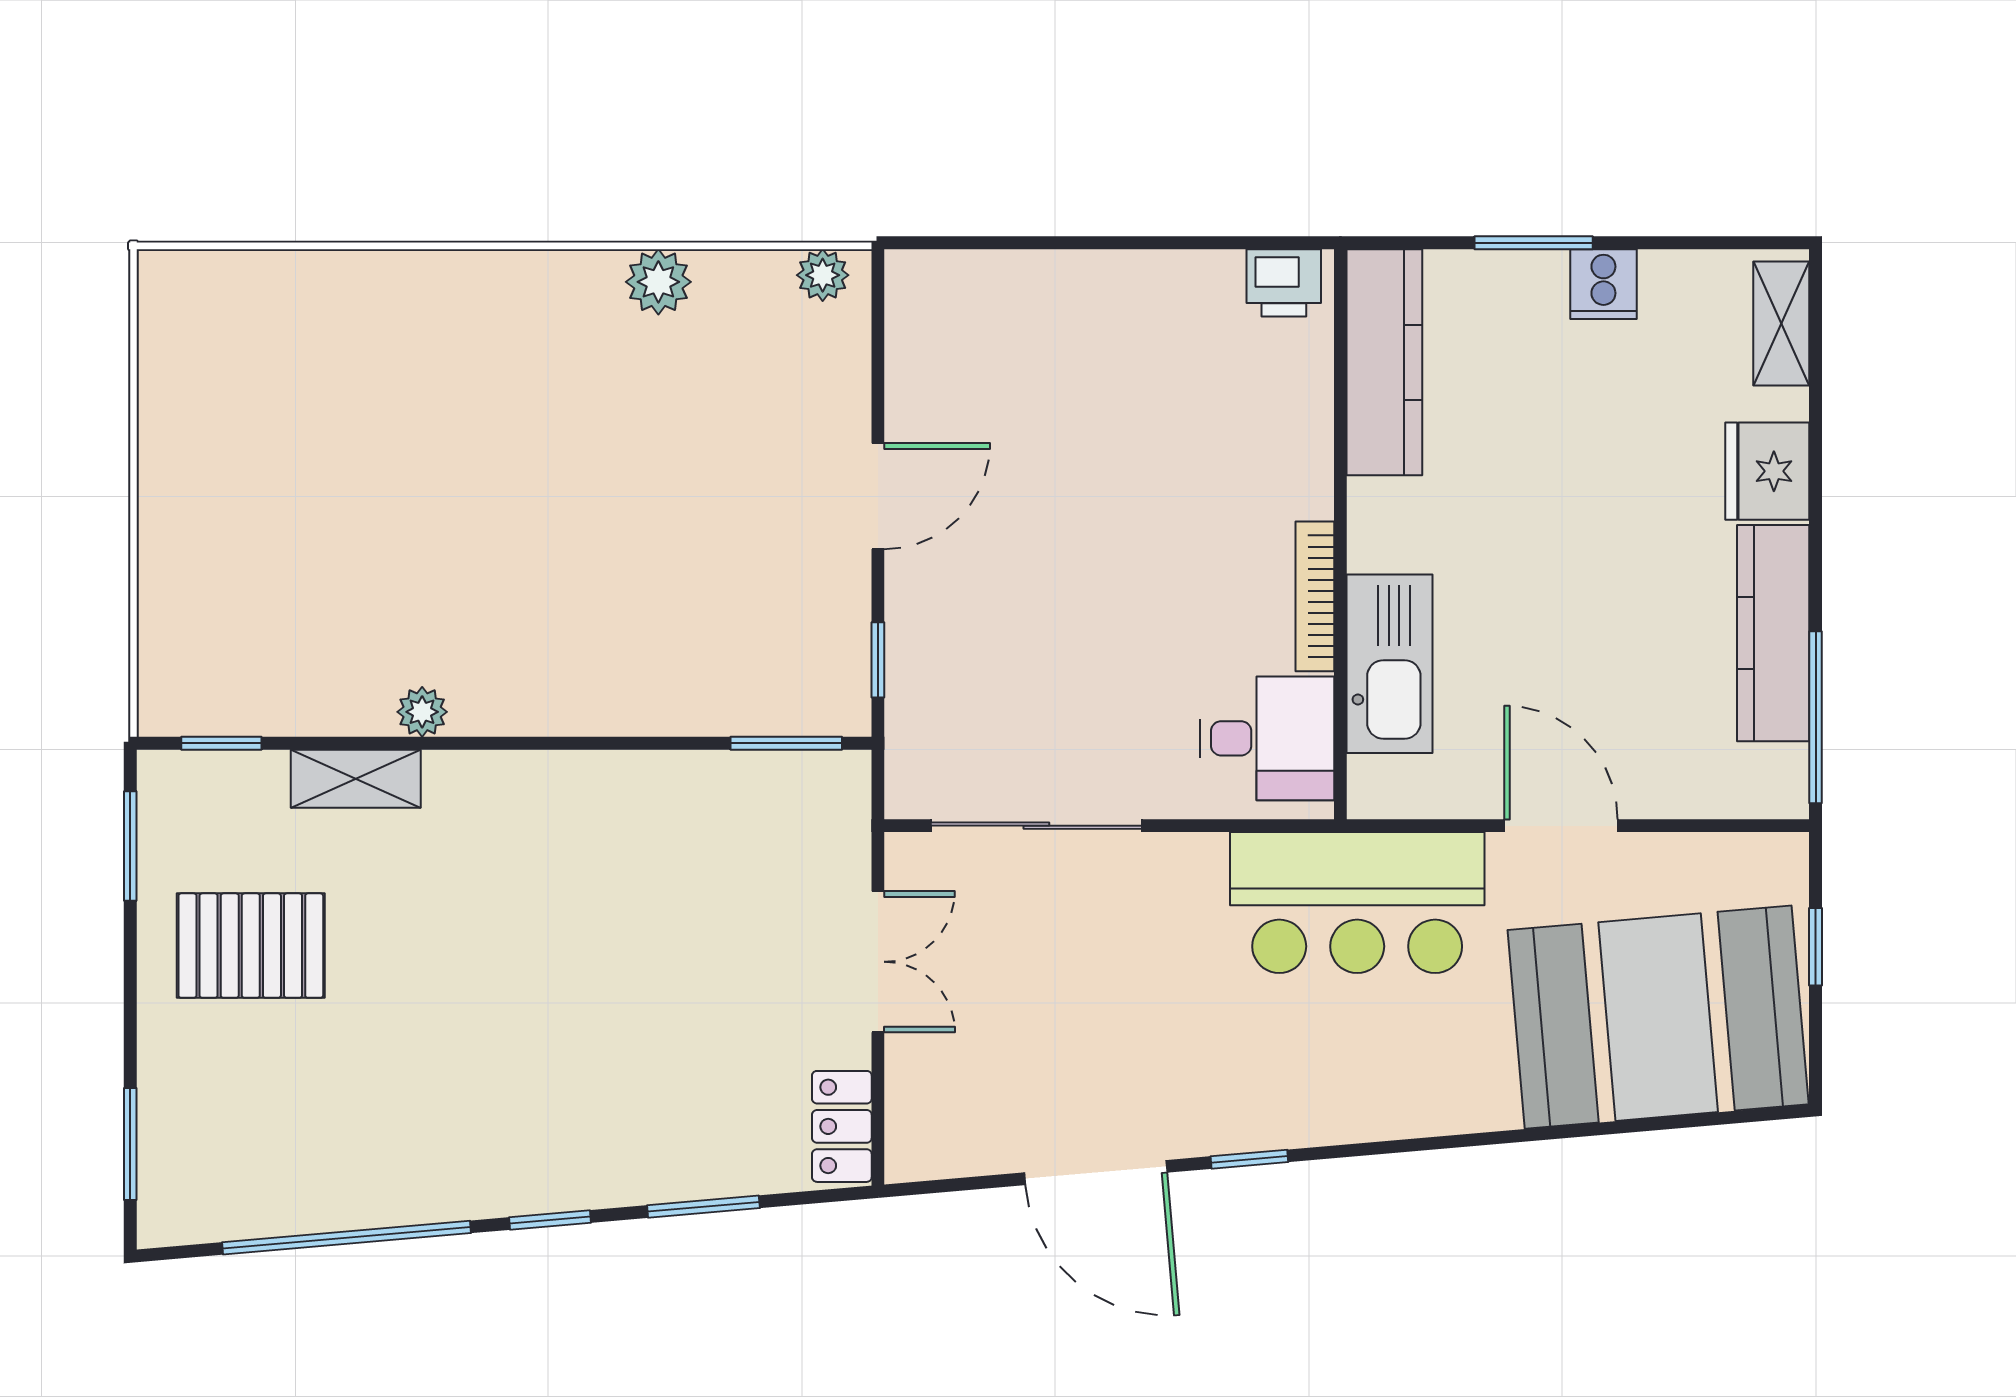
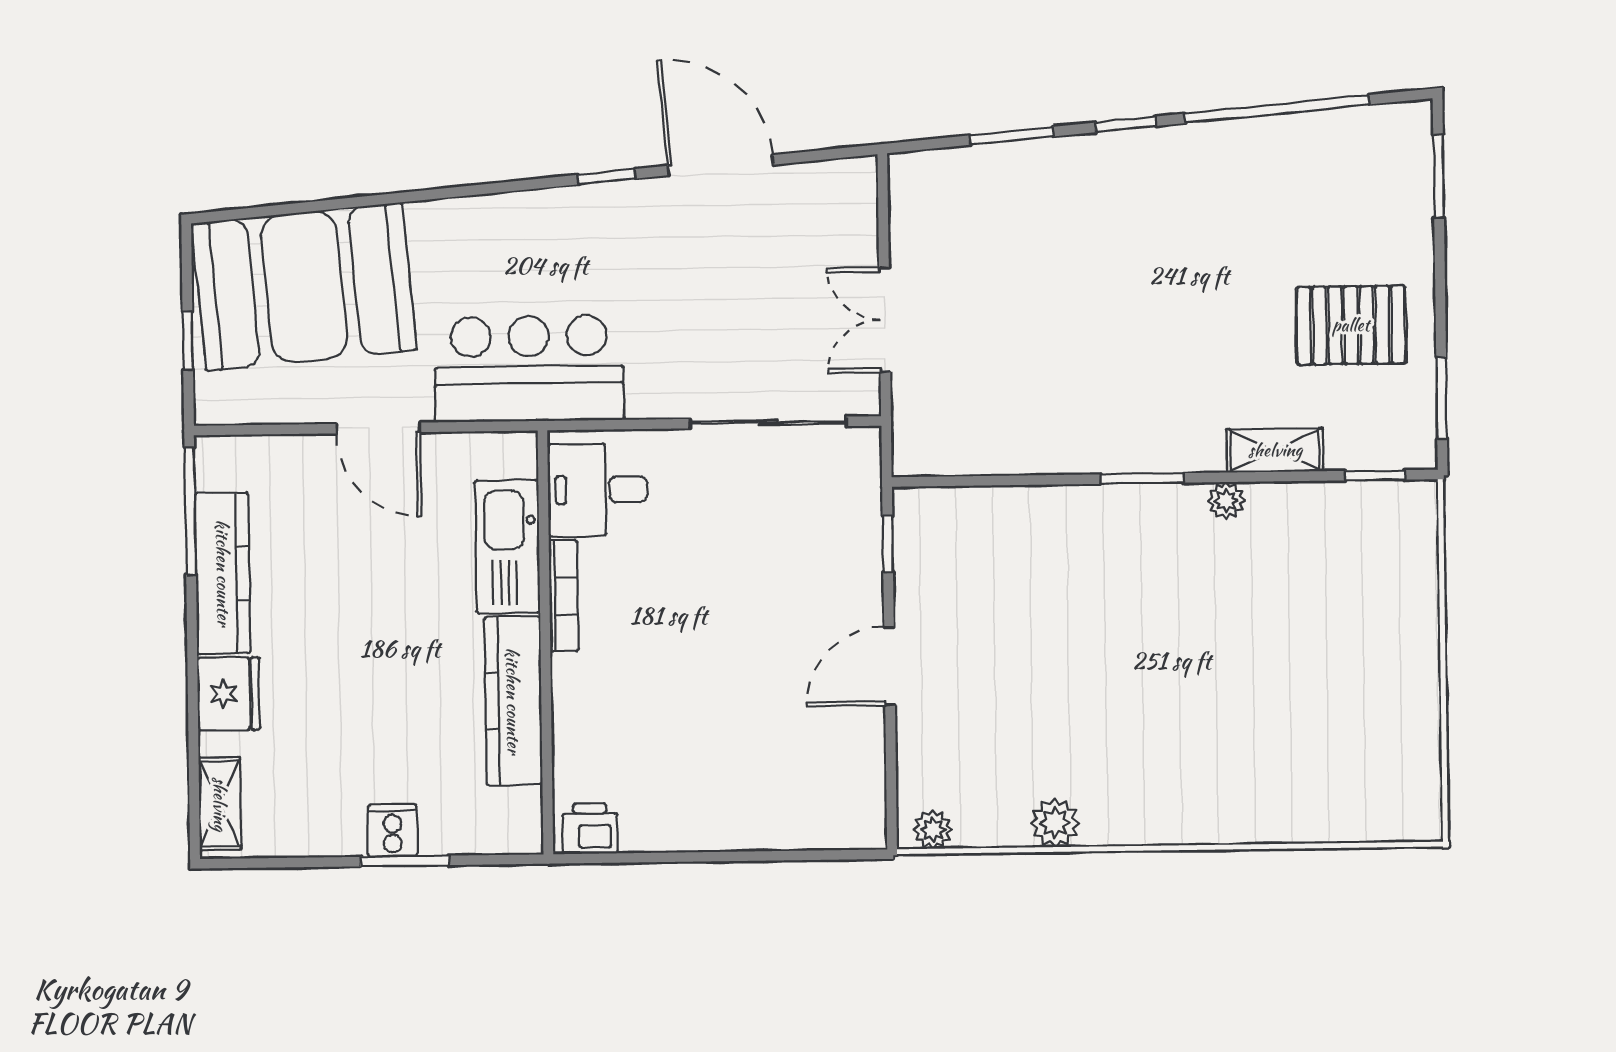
cooker: (1603, 284) -> (392, 830), moved
kitchen counter: (1384, 362) -> (513, 701), moved
window: (786, 743) -> (1142, 479), moved
locker: (842, 1126) -> (910, 197), removed

